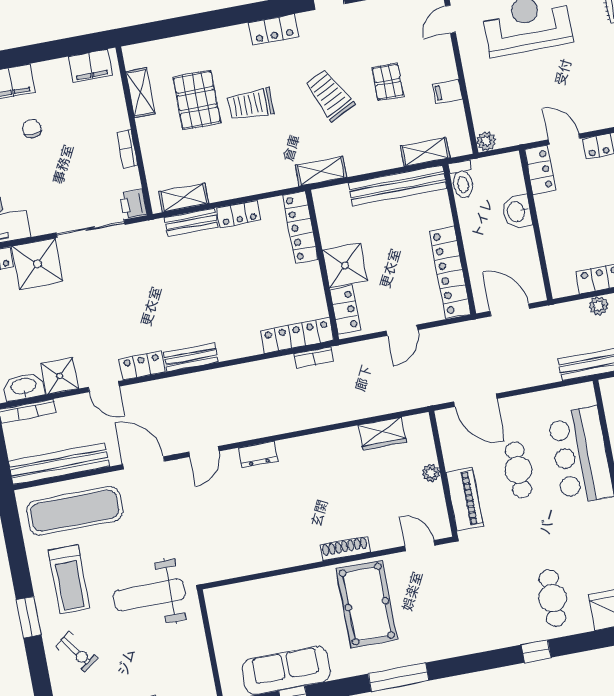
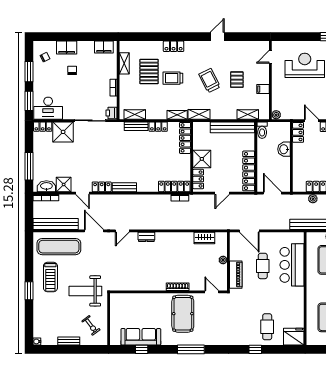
locker: (273, 30) -> (174, 46), moved
shelving: (274, 181) -> (177, 115), added
exercise bike: (77, 652) -> (91, 325), moved

